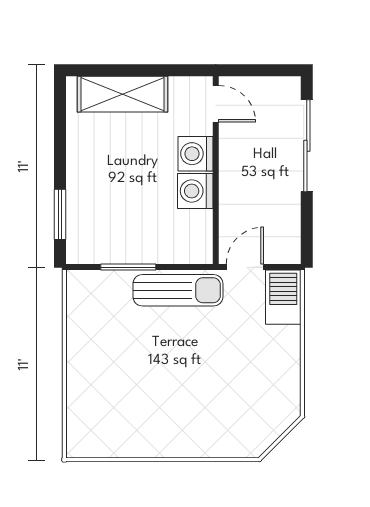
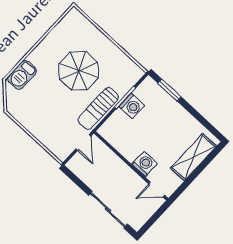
washing machine: (195, 191) -> (132, 106), moved, turned 90
barbecue: (283, 297) -> (22, 75), moved, turned 90
parasol: (151, 366) -> (79, 71), added

